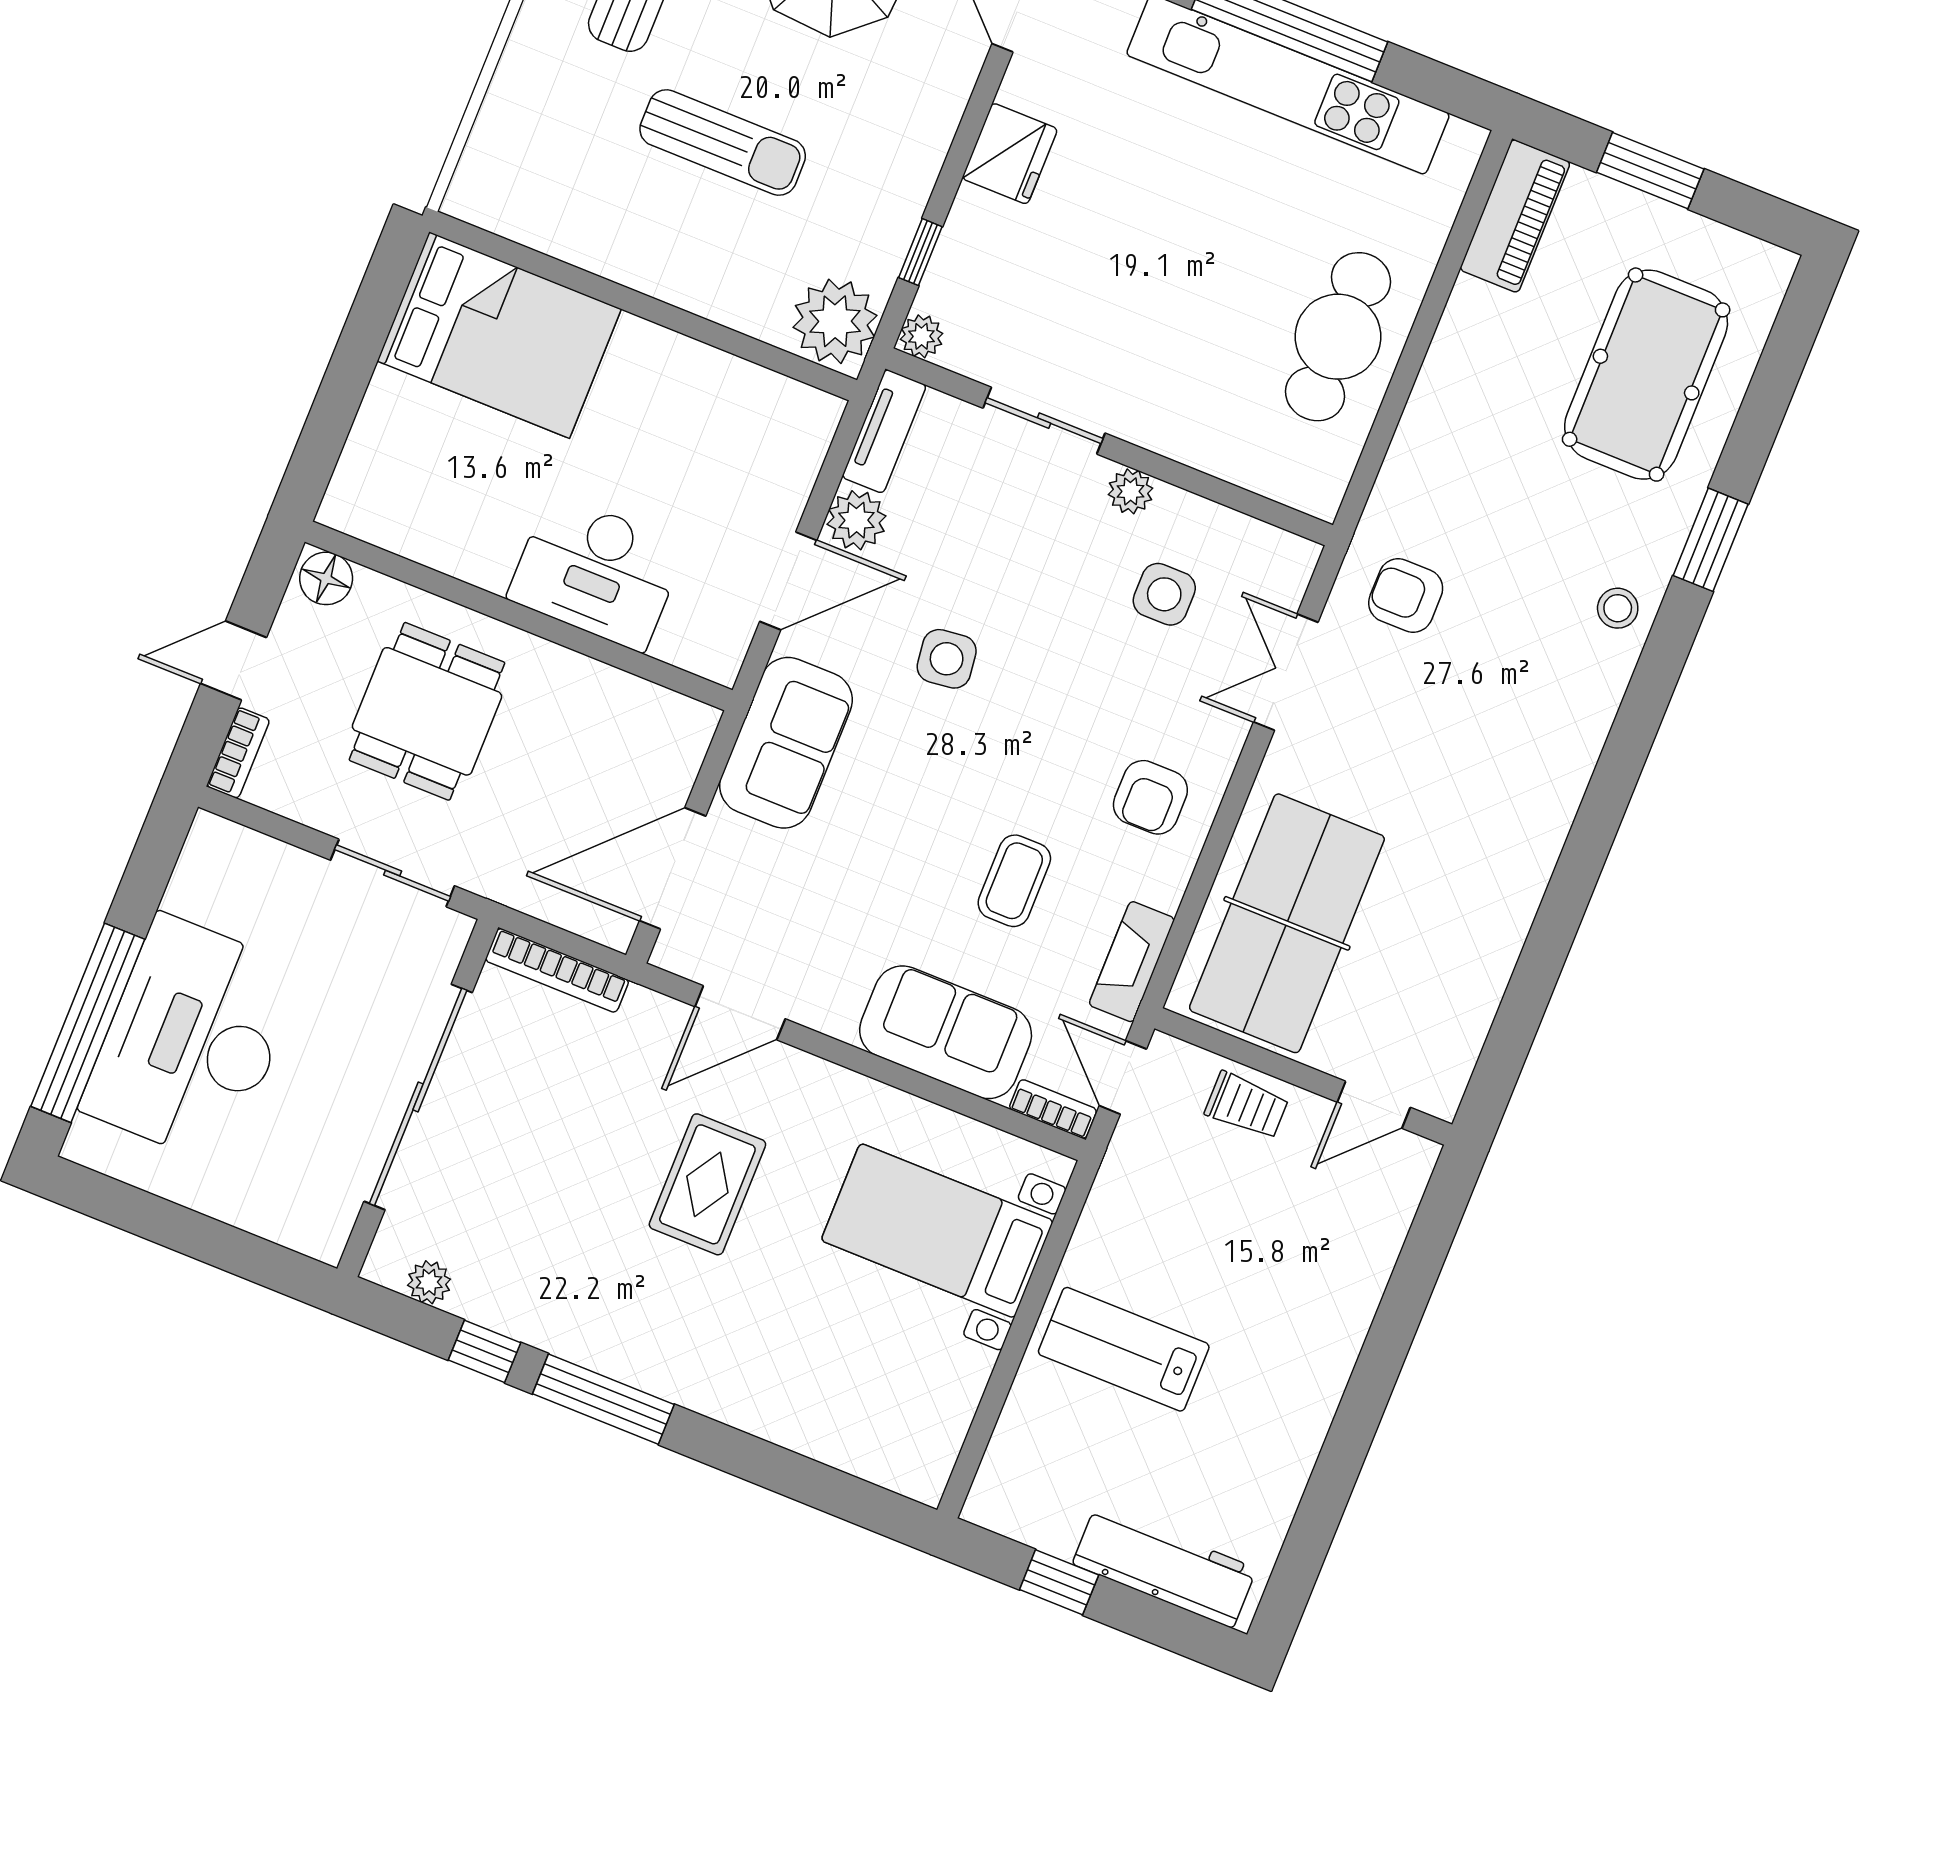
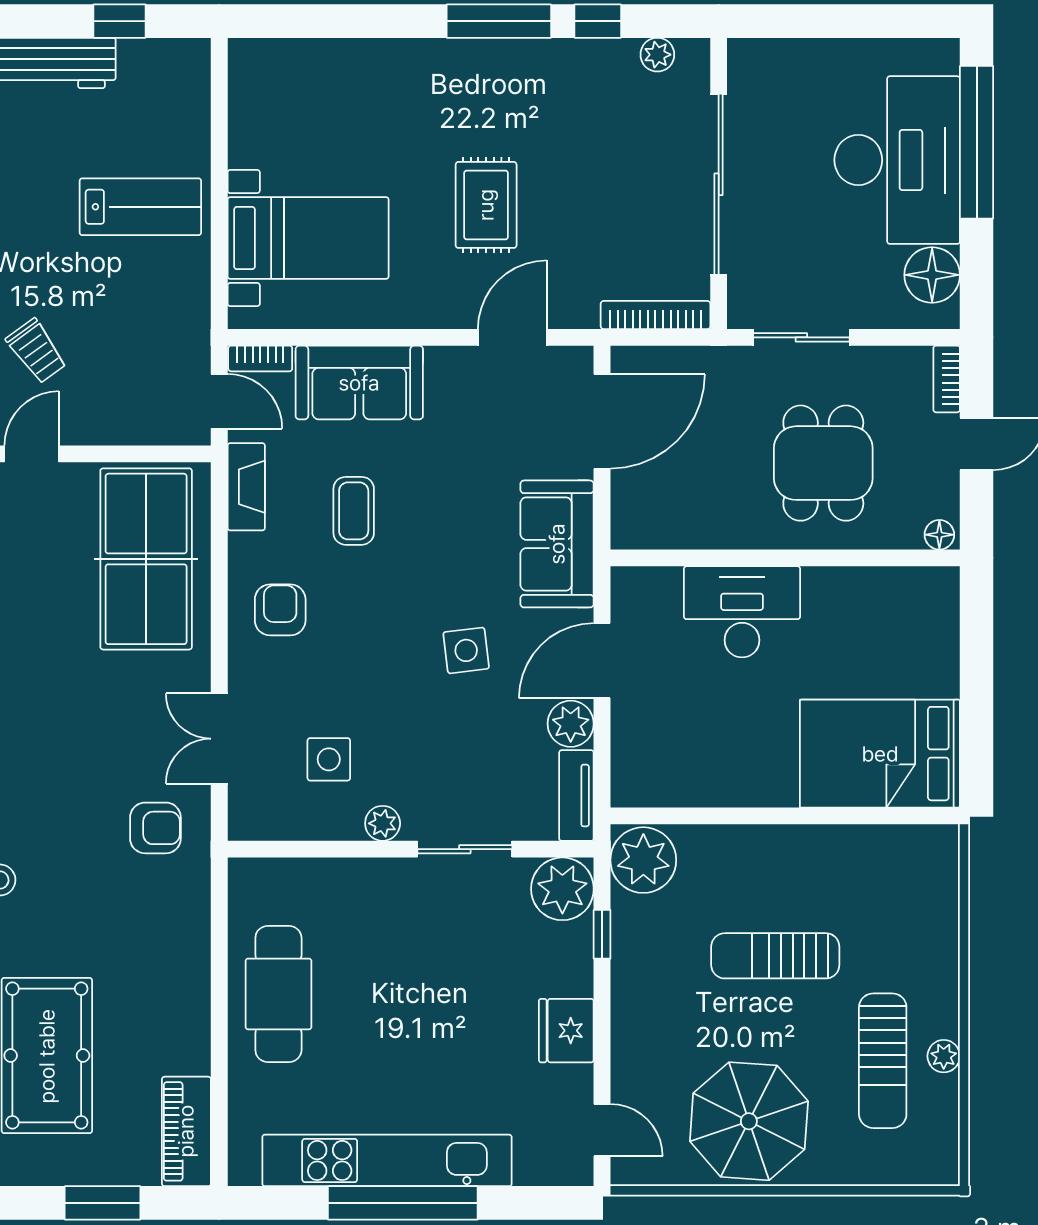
plant: (921, 336) -> (562, 889), width x1.87, depth x1.87
floor lamp: (326, 578) -> (939, 535), width x0.73, depth x0.73
double door: (1286, 672) -> (219, 739), swing flipped
floor lamp: (205, 885) -> (932, 275), added
trolley: (1247, 1106) -> (36, 351), moved, turned -126

